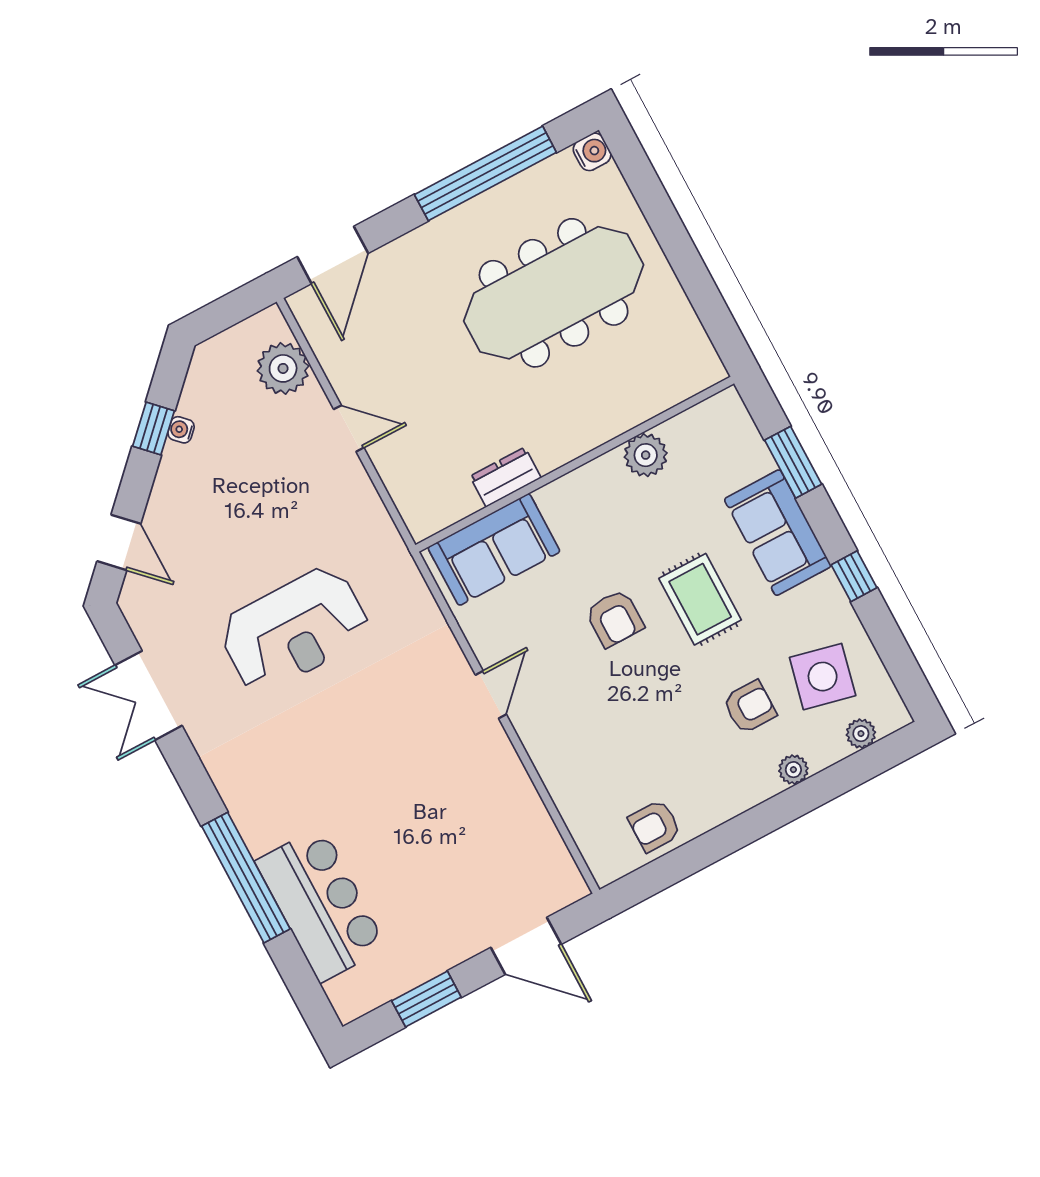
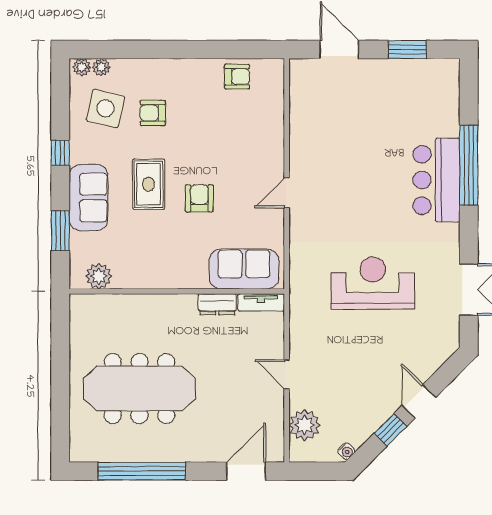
water cooler: (592, 152) -> (79, 452), removed
water cooler: (181, 430) -> (346, 451), moved
plant: (646, 455) -> (99, 276), moved
tv unit: (443, 514) -> (261, 302), added
door: (119, 542) -> (419, 401), moved
plant: (793, 770) -> (82, 67), moved
bar counter: (321, 904) -> (436, 180), moved

